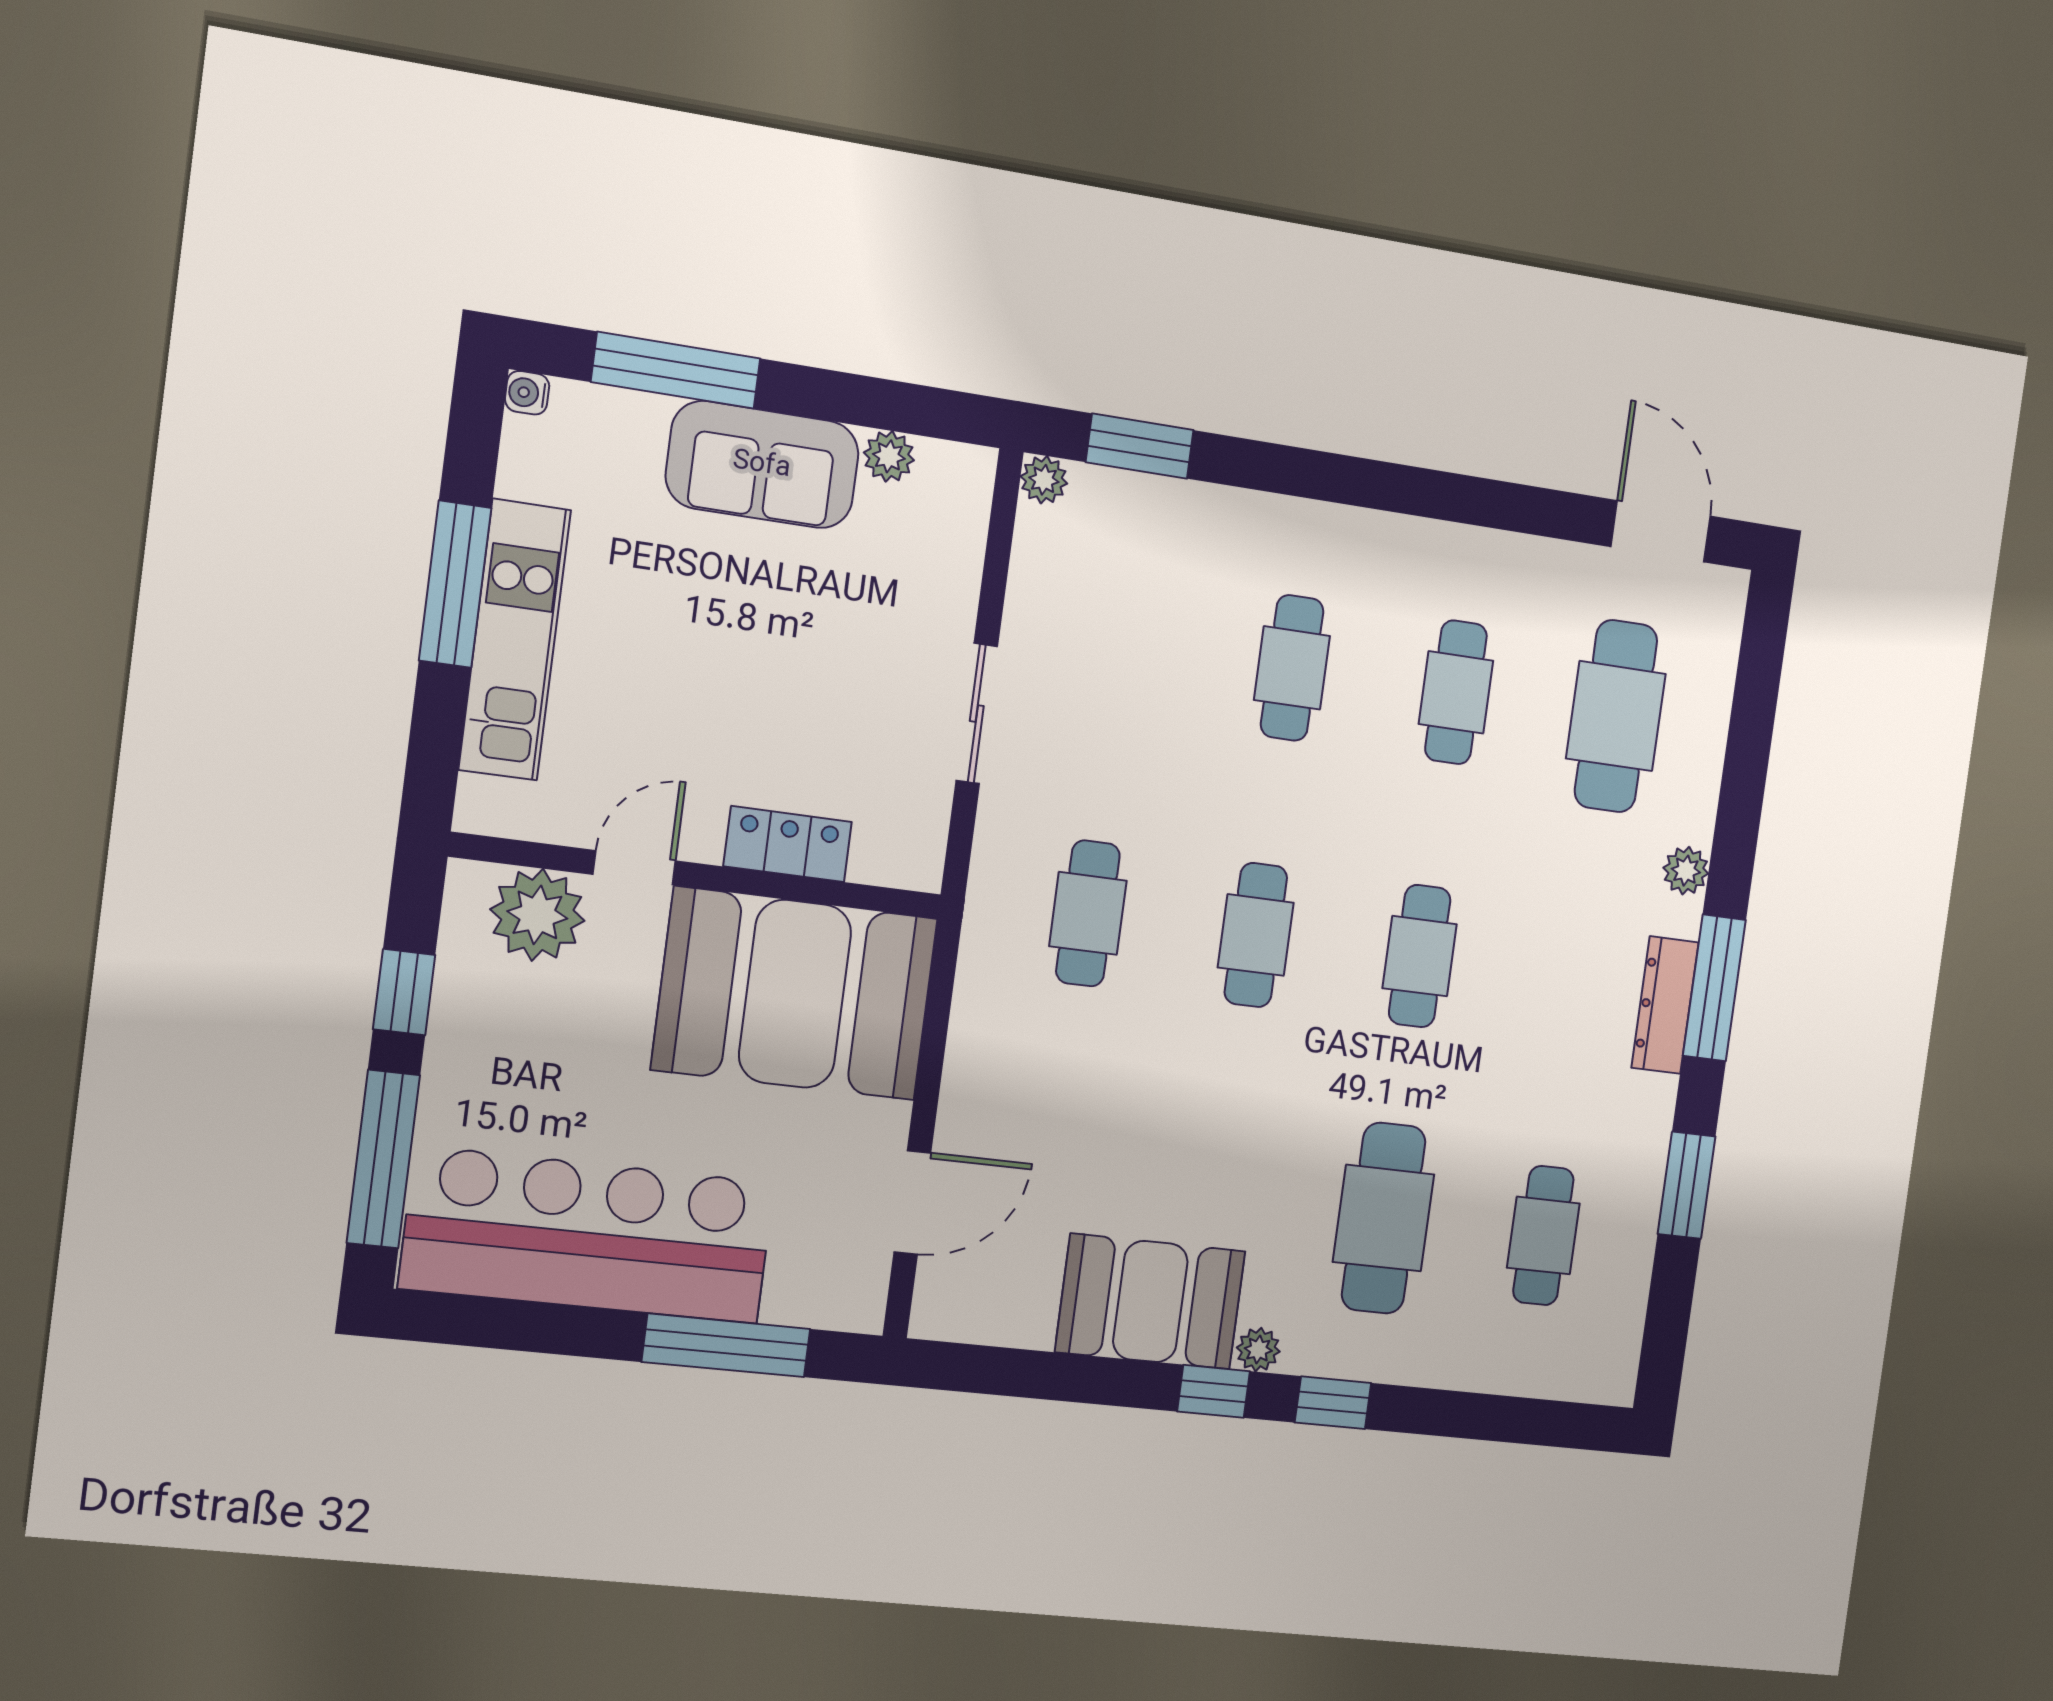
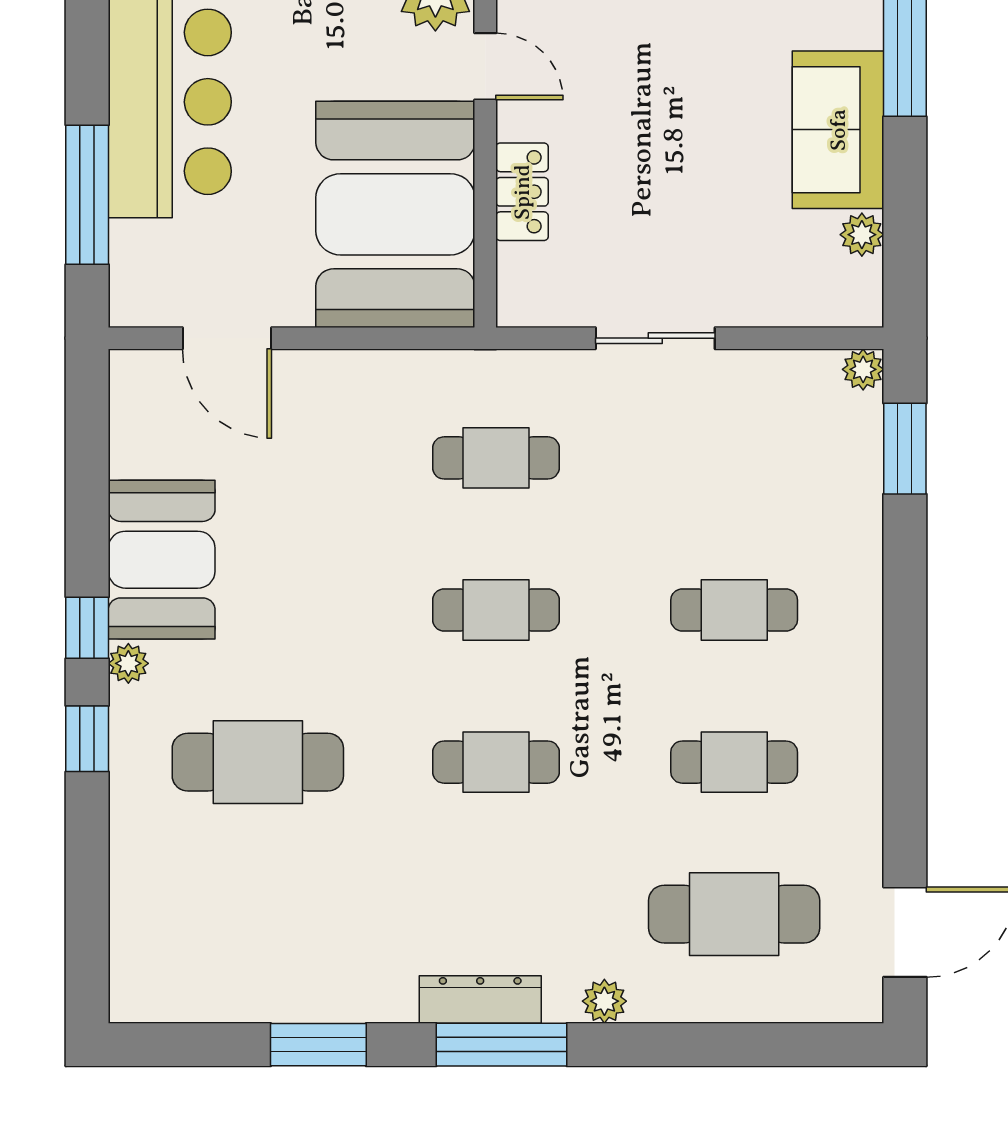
cafe table: (1543, 1236) -> (258, 914), removed

